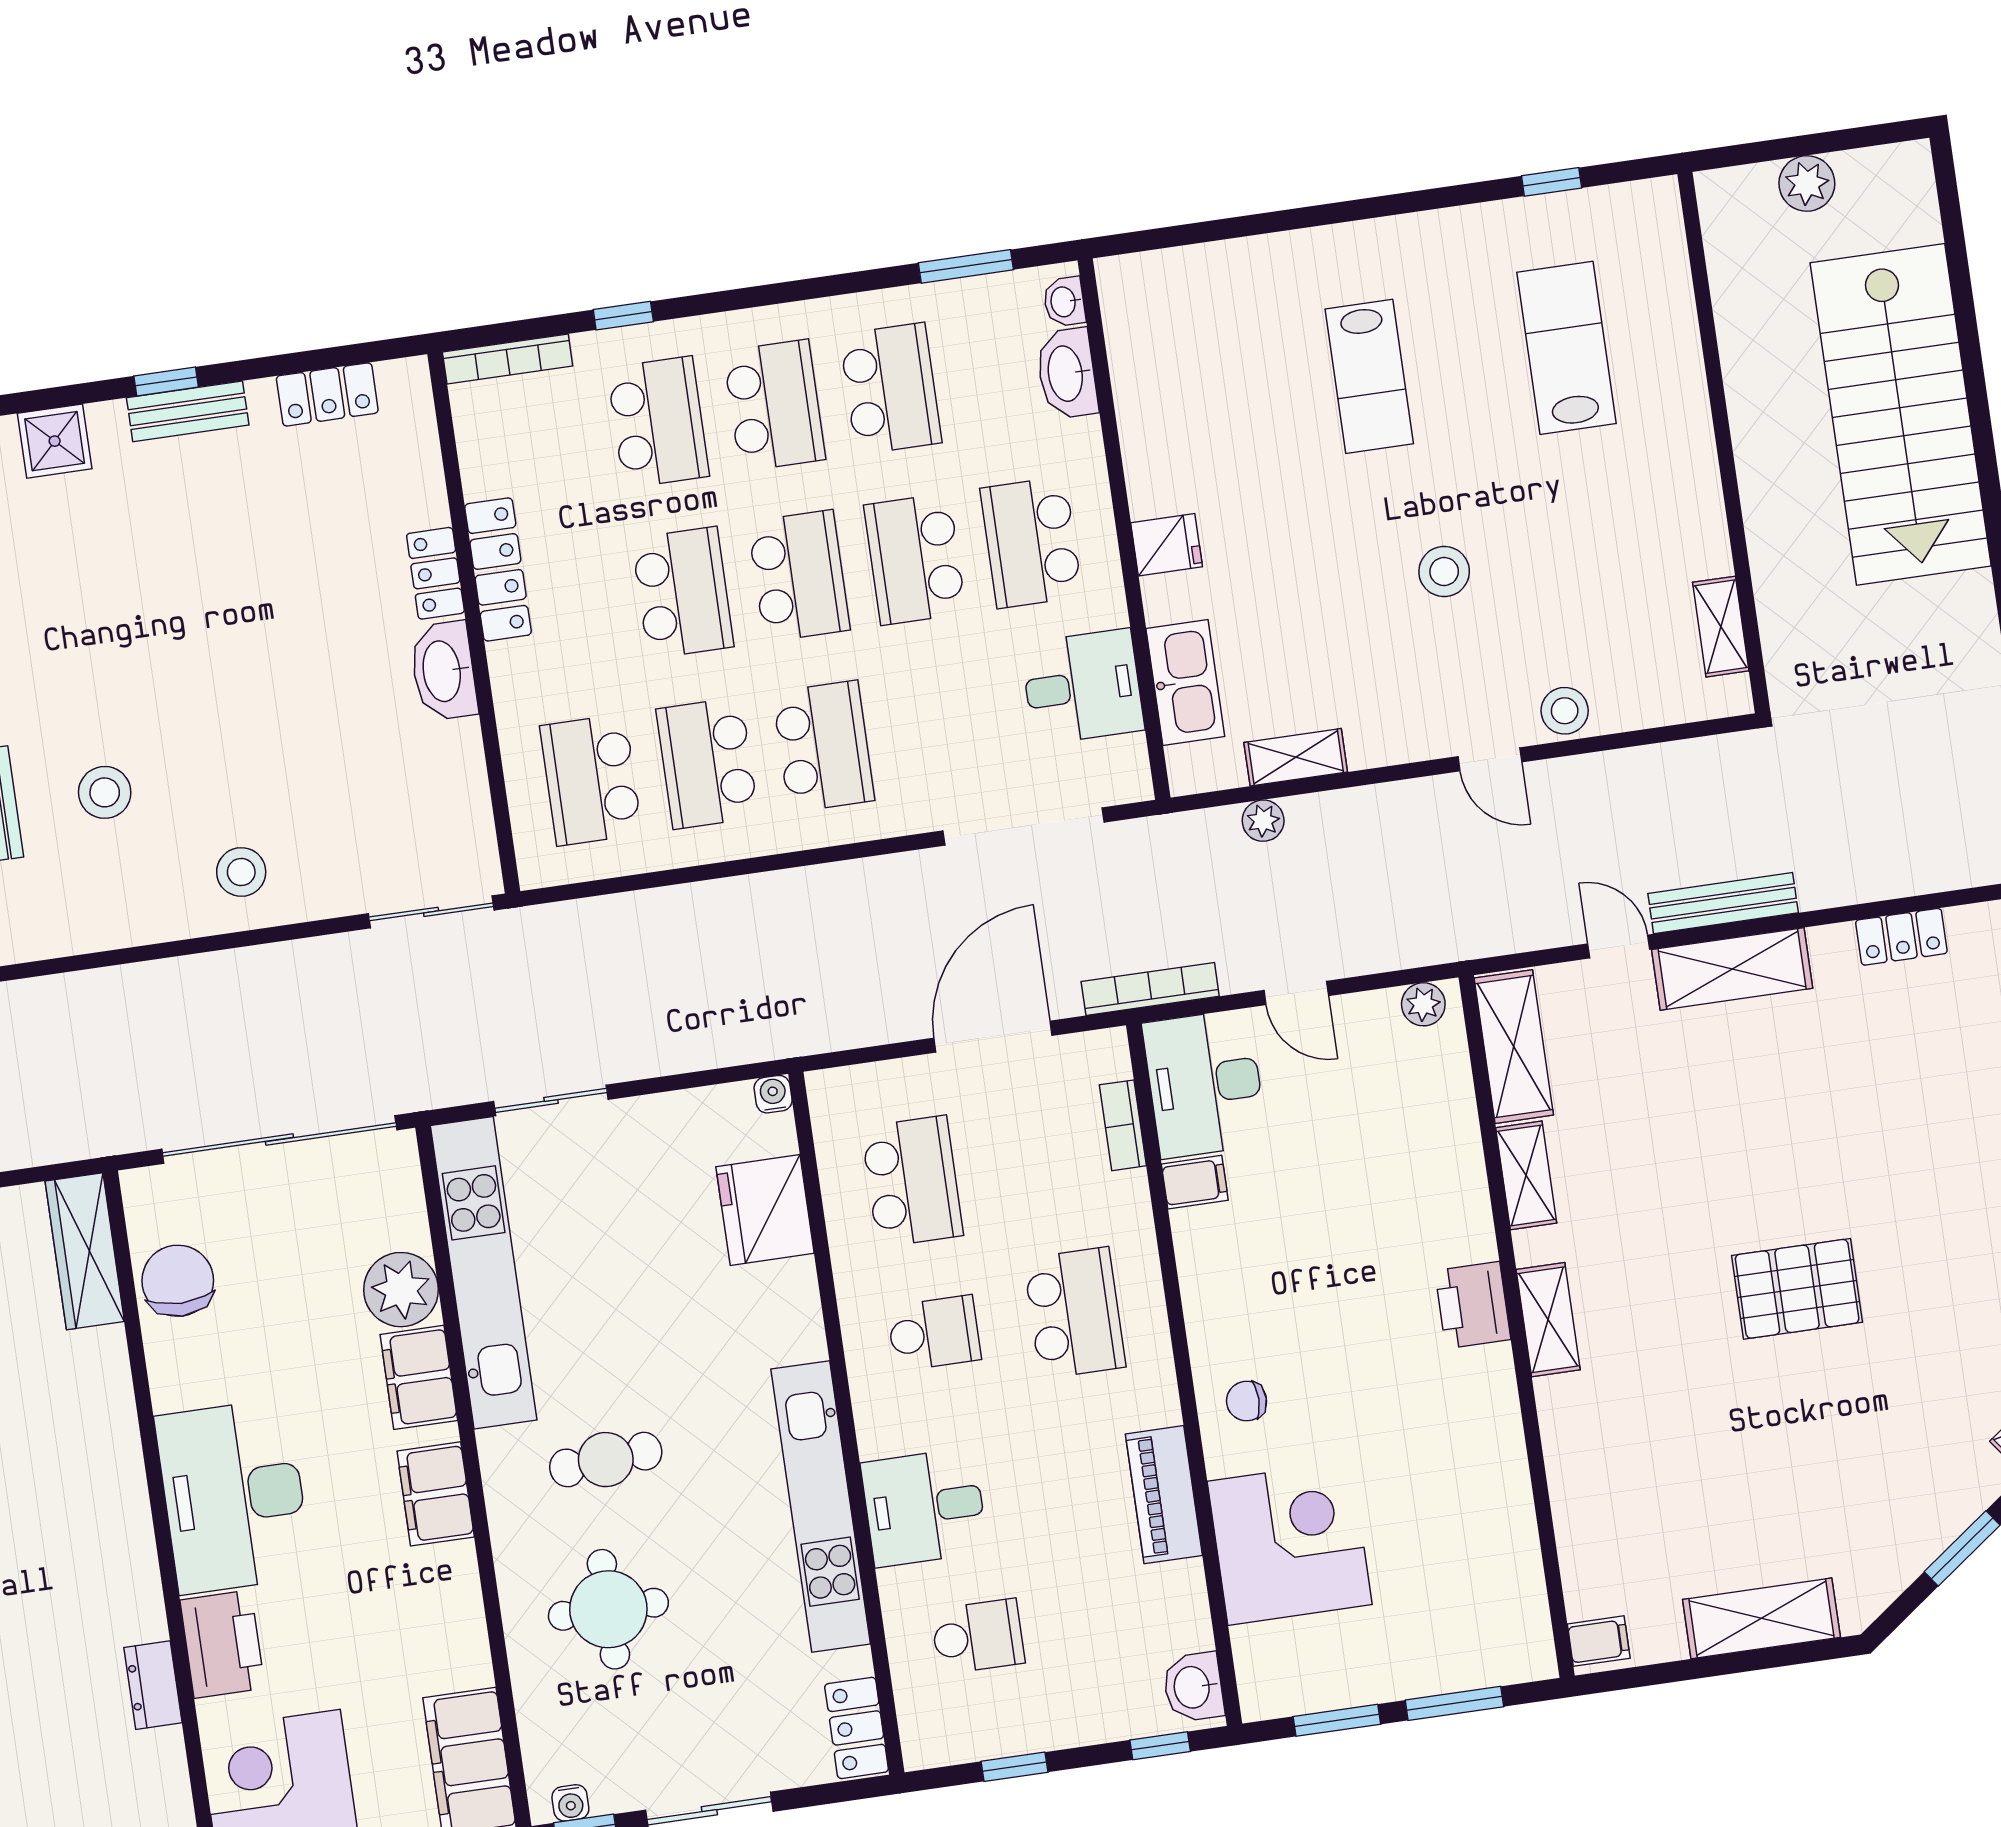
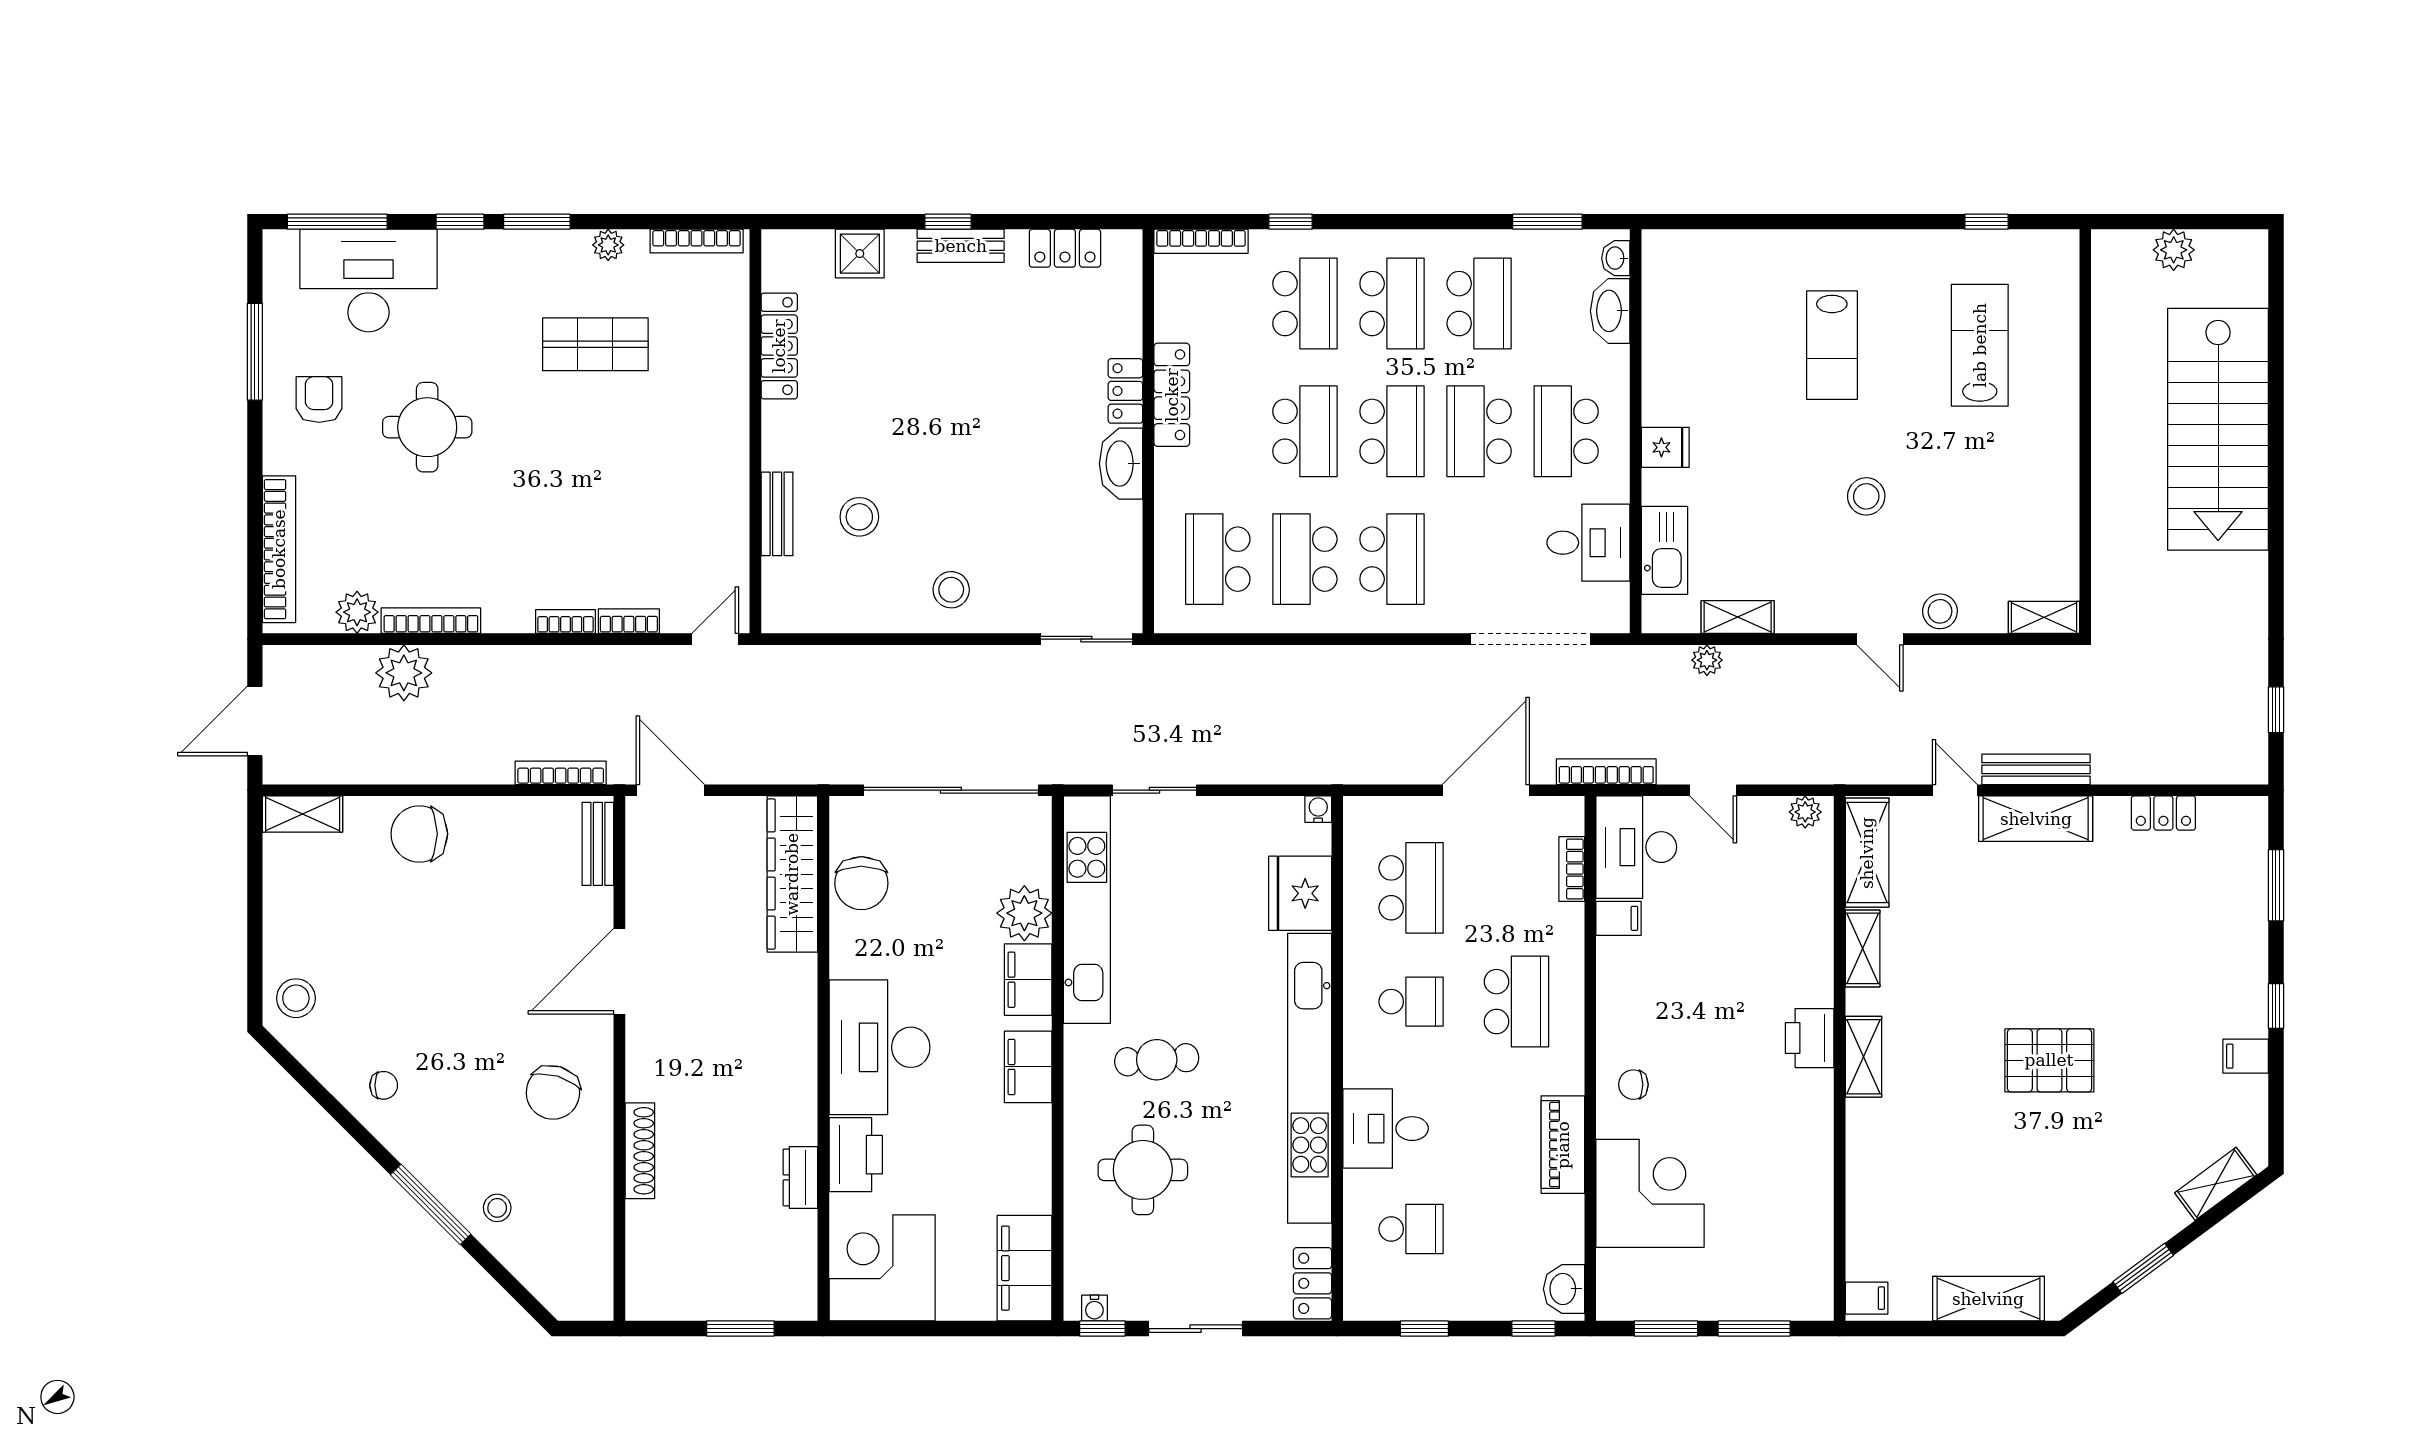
shelving: (1721, 627) -> (2044, 617), moved, turned 90
wardrobe: (85, 1251) -> (792, 874), width x1.40, depth x1.17
chair: (178, 1281) -> (861, 883), turned 180
kitchen unit: (821, 1506) -> (1310, 1078), width x1.36

